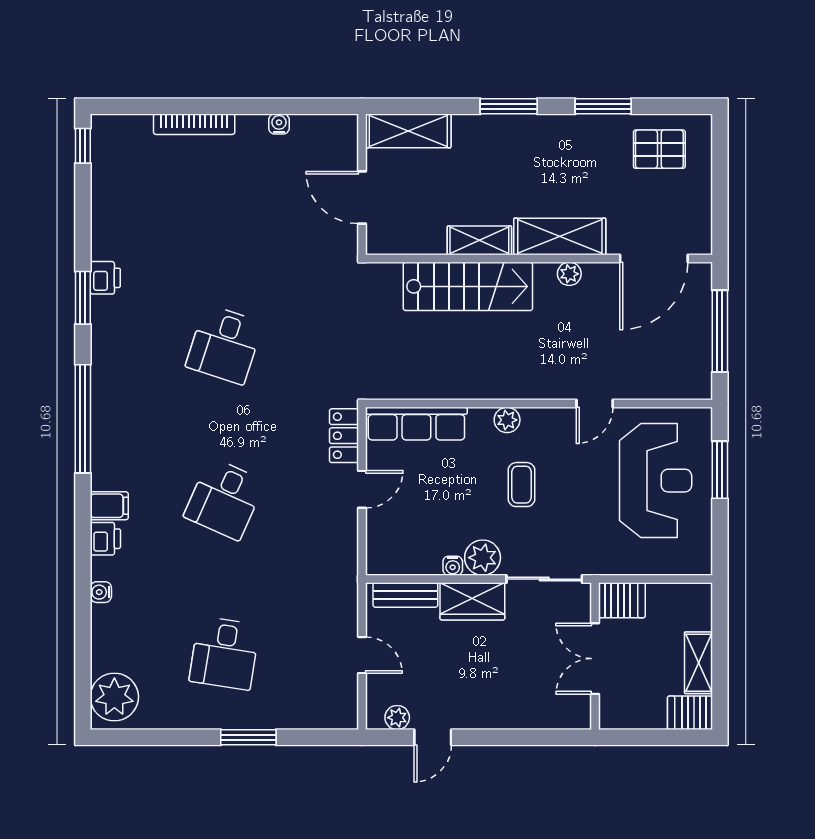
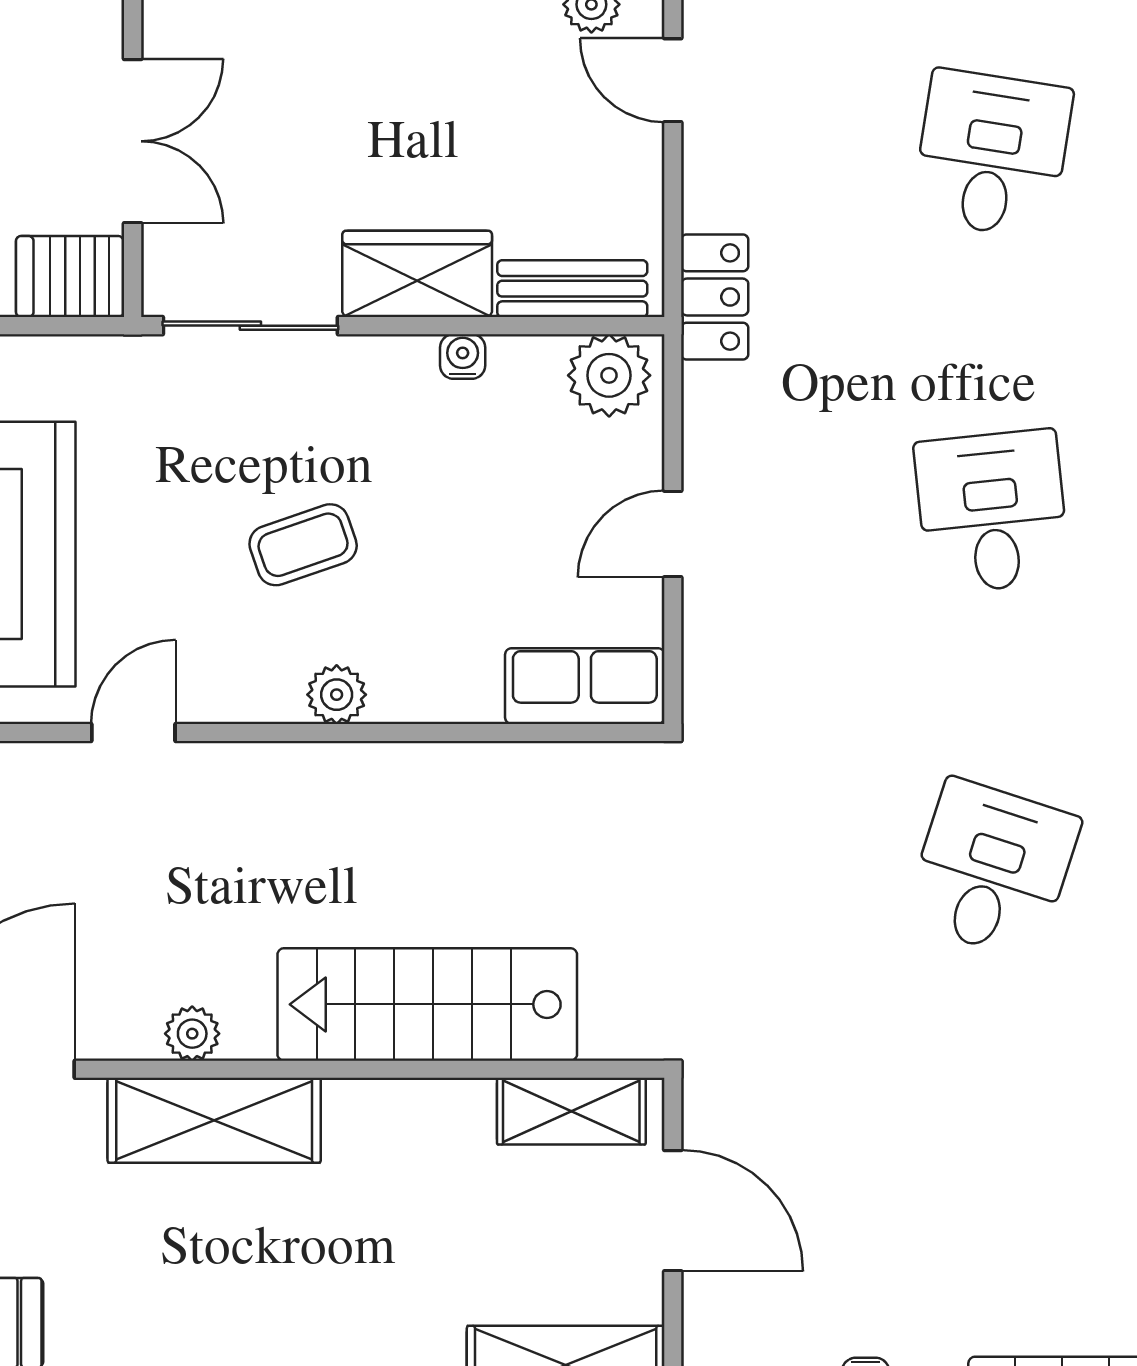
shelving: (479, 240) -> (571, 1111), moved
row of seats: (416, 424) -> (585, 686), width x0.68
locker: (344, 436) -> (715, 297), moved
coffee table: (521, 485) -> (303, 545), turned 71
desk: (224, 499) -> (992, 512), turned -30
plant: (483, 558) -> (609, 375), moved
door: (362, 655) -> (673, 80), moved

